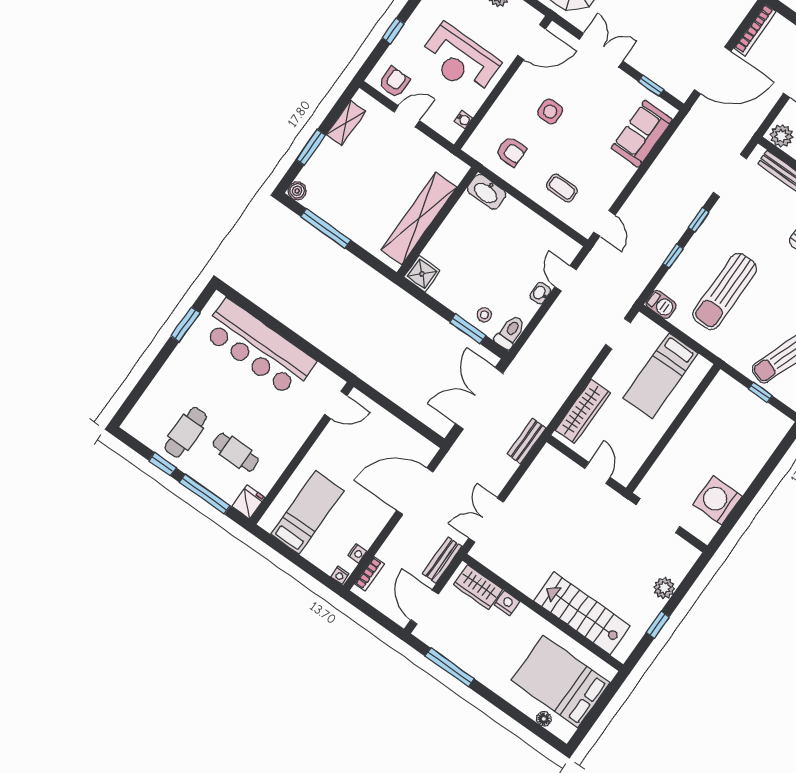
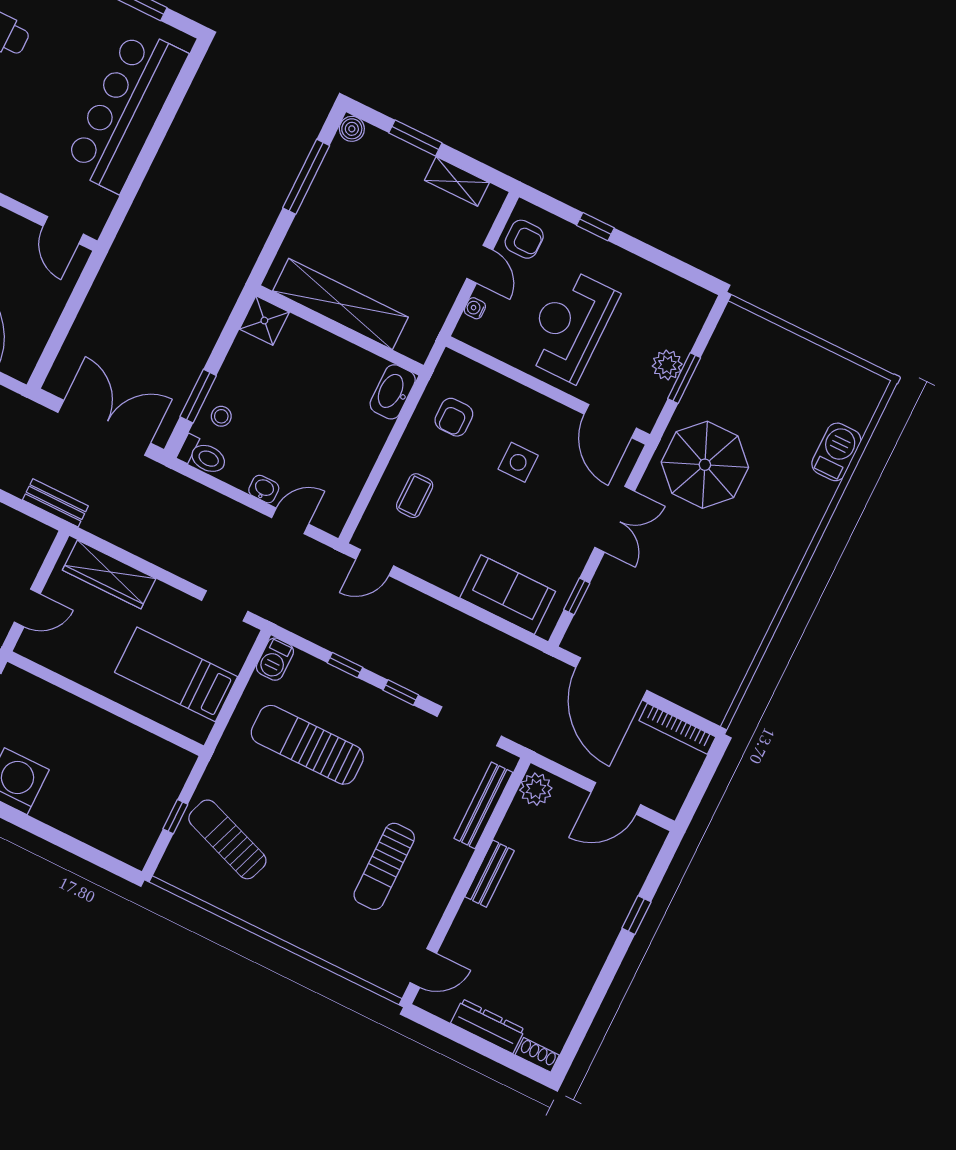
water cooler: (464, 119) -> (475, 308), moved, turned 90

